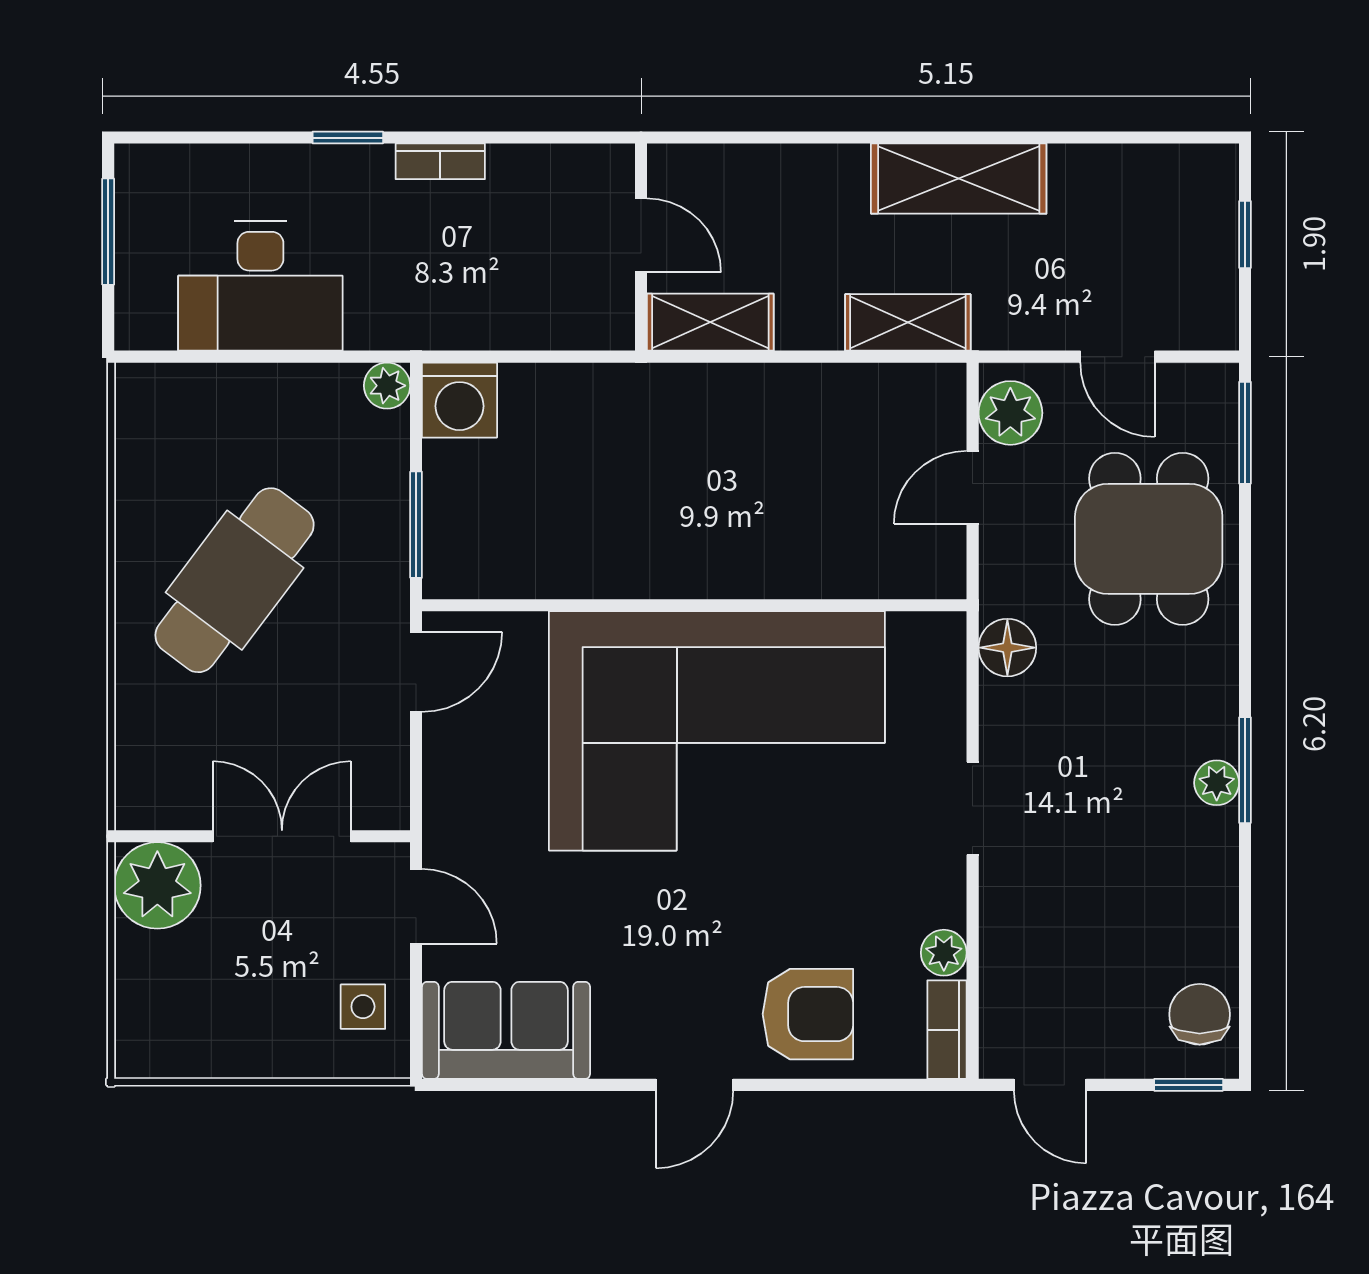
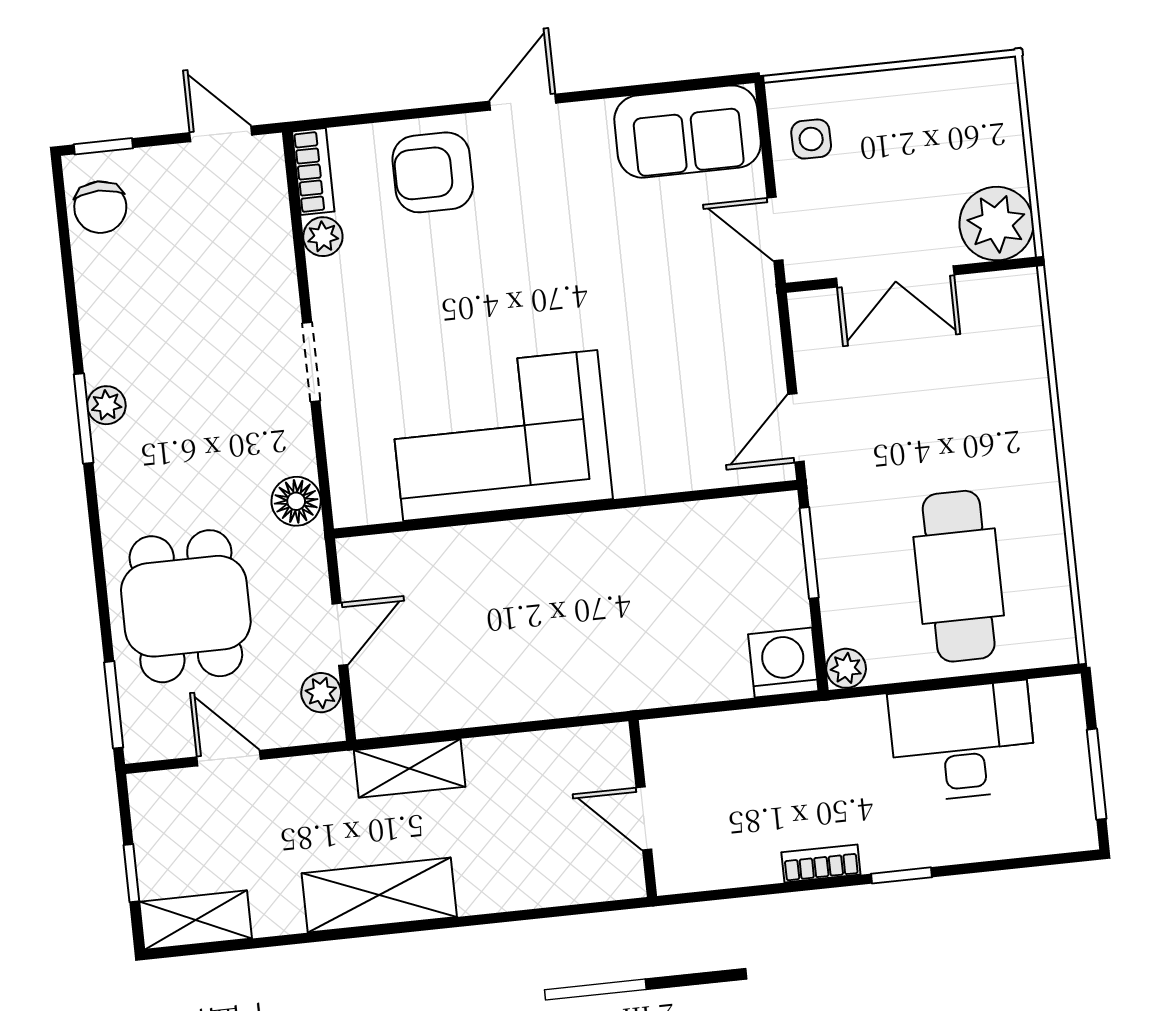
shelving: (710, 322) -> (196, 920), moved
plant: (1010, 413) -> (321, 693), width x0.73, depth x0.73
cafe table: (235, 580) -> (959, 576), moved, turned -37
corner sofa: (717, 731) -> (500, 435), width x0.73, depth x0.74

